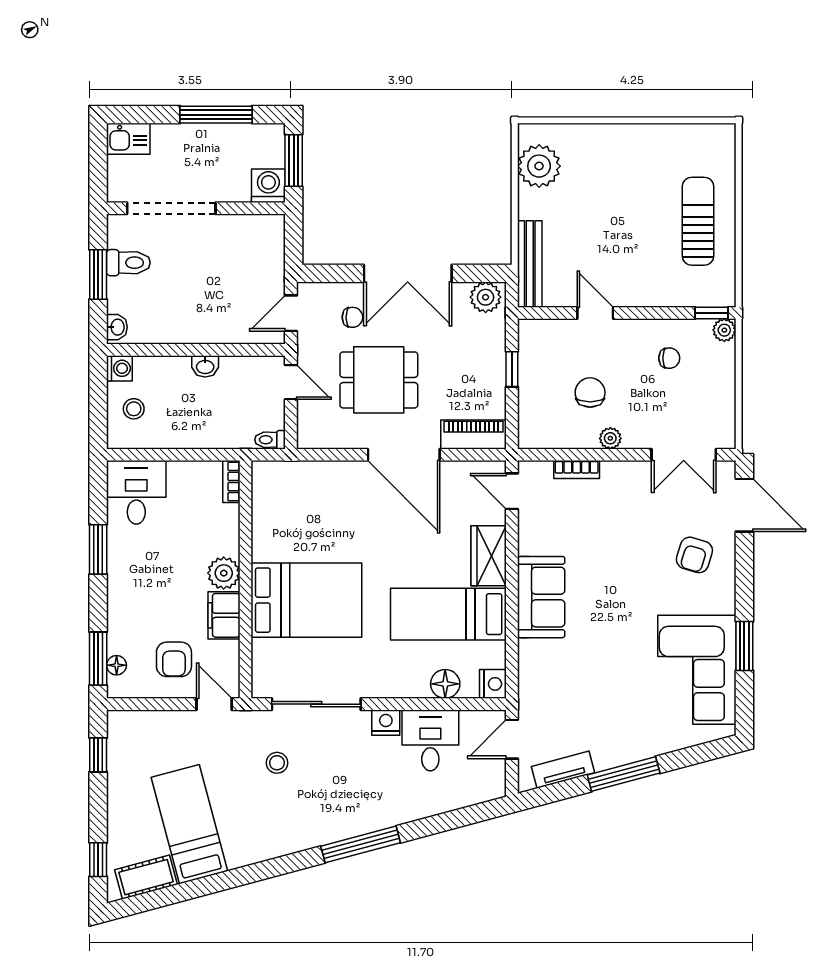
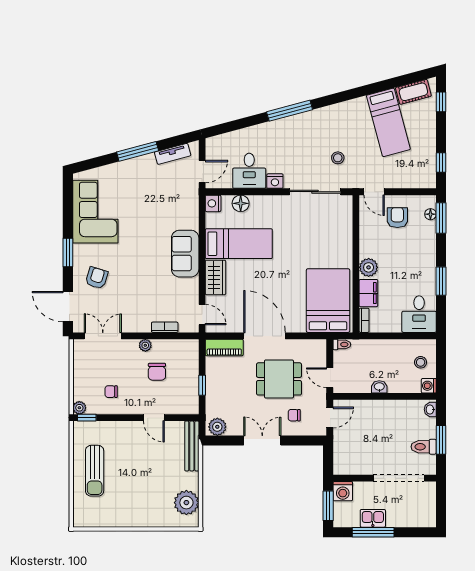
kitchen sink: (128, 139) -> (373, 518), moved
double door: (408, 273) -> (262, 441), width x0.73
bed: (306, 600) -> (328, 301), moved, turned 90
filing cabinet: (224, 615) -> (368, 293), moved
window: (744, 646) -> (68, 253), moved

